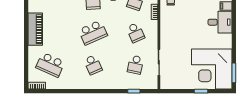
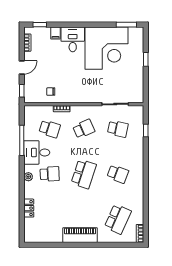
school desk: (93, 33) -> (84, 174), turned 42
school desk: (93, 65) -> (118, 174), turned 45
corner desk: (212, 69) -> (106, 48), moved

